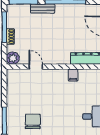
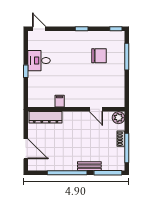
chair: (33, 121) -> (99, 56), turned -90

